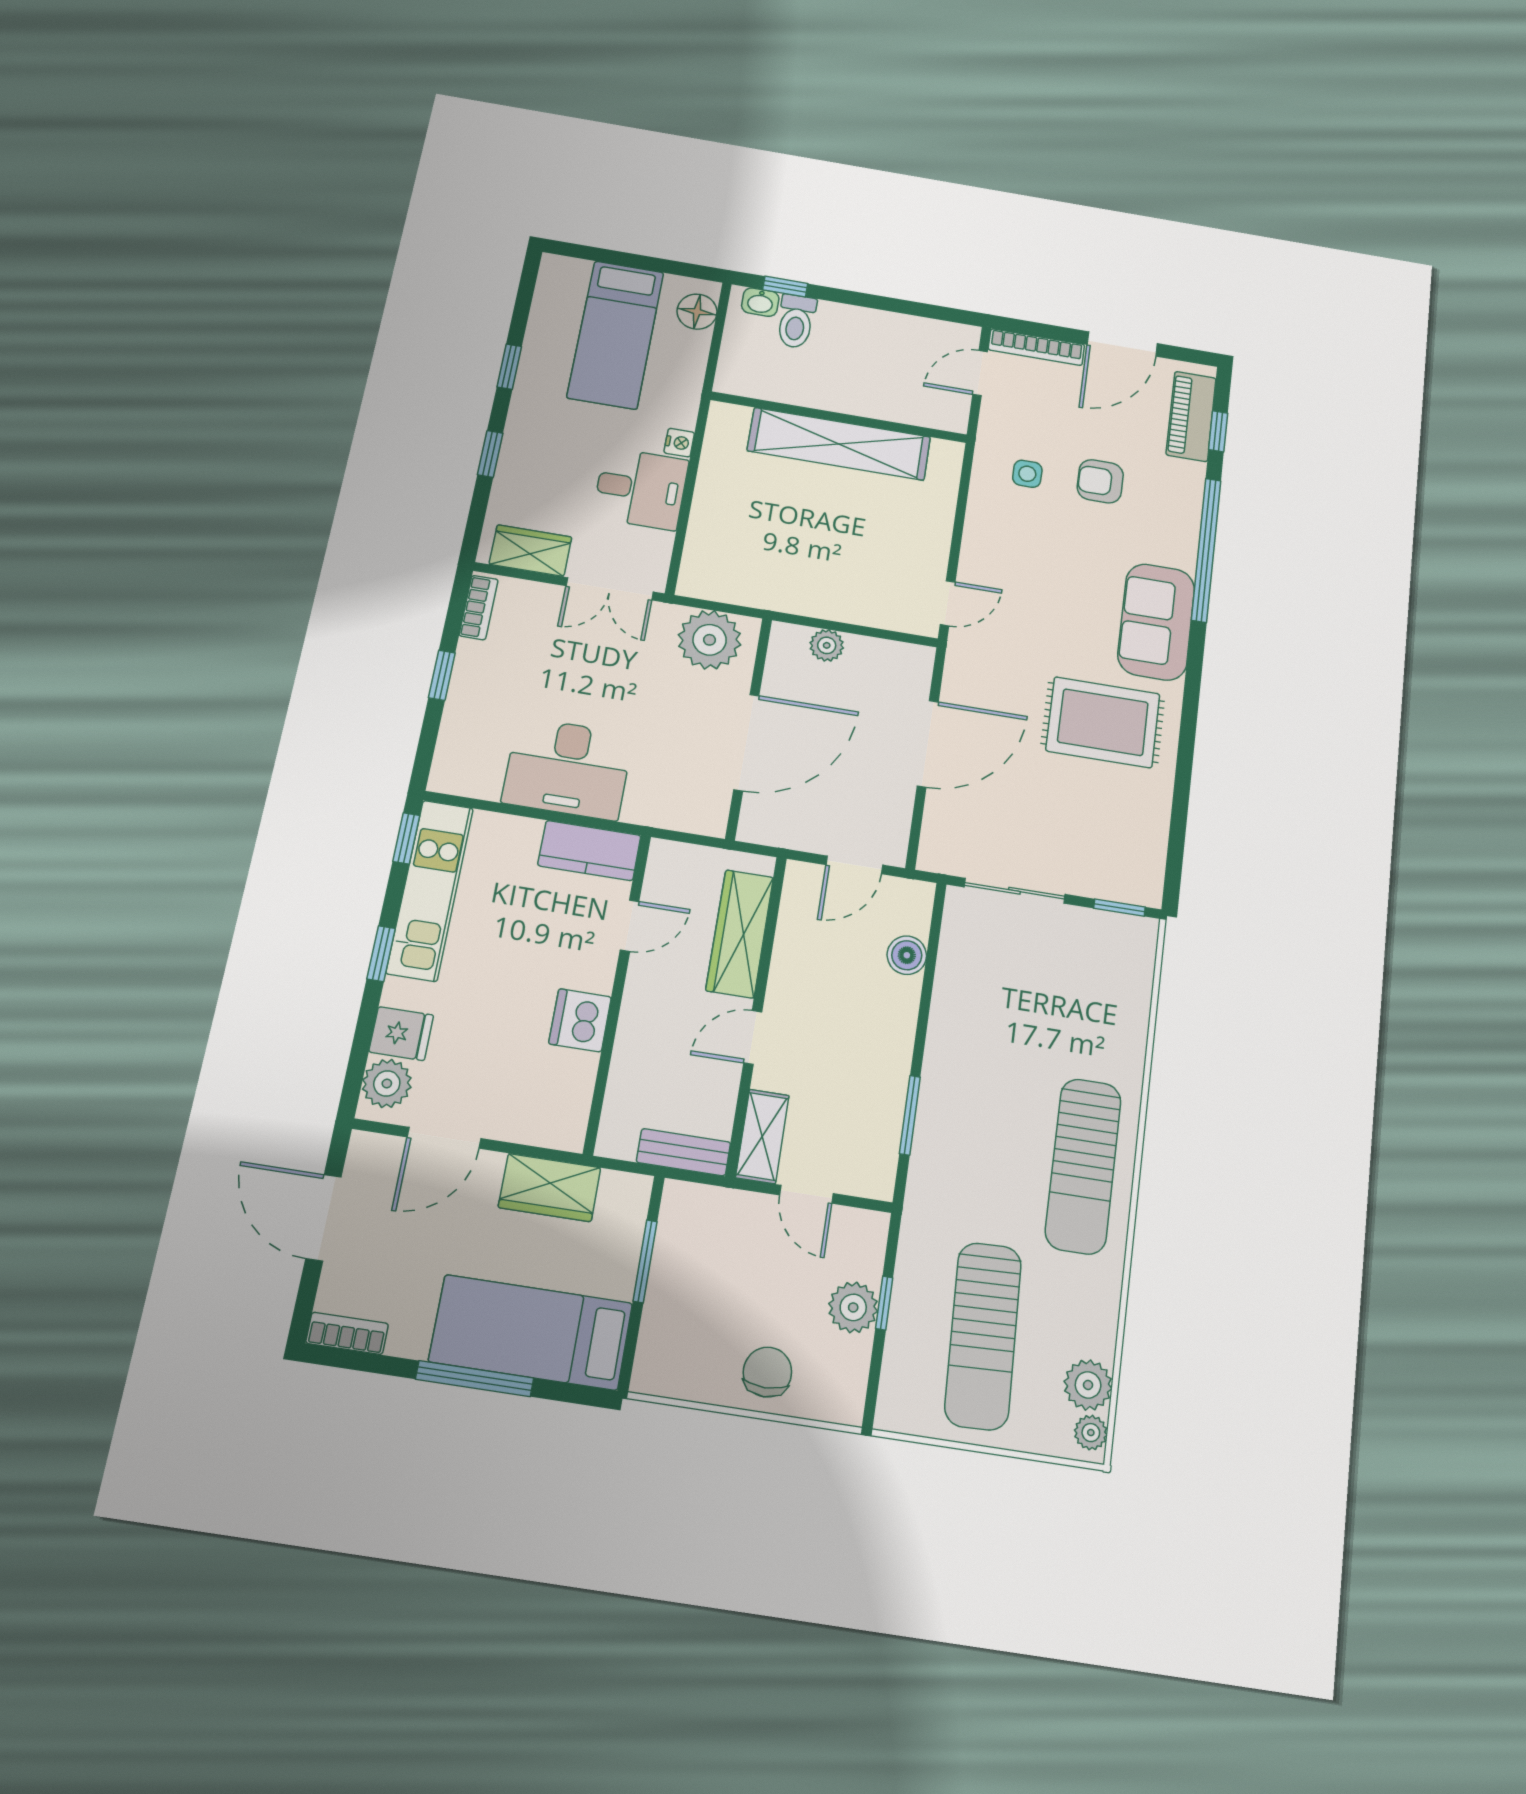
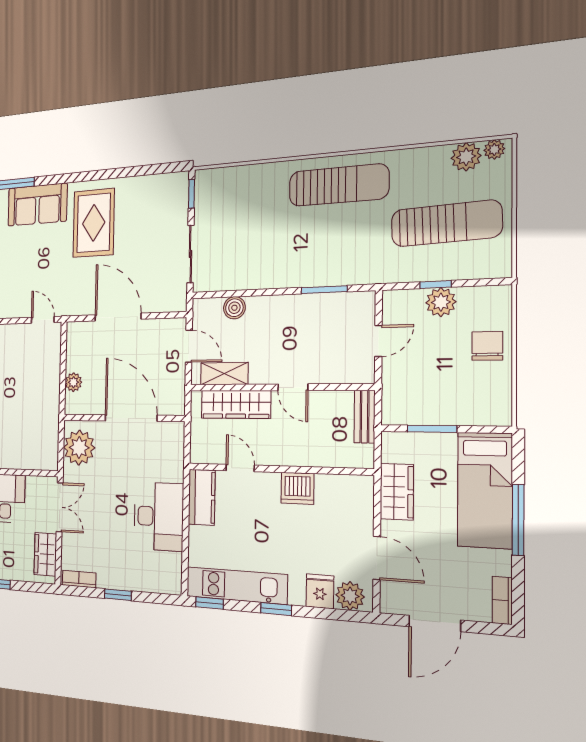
shelving: (762, 1136) -> (224, 374), moved
chair: (767, 1372) -> (487, 346), turned 90

